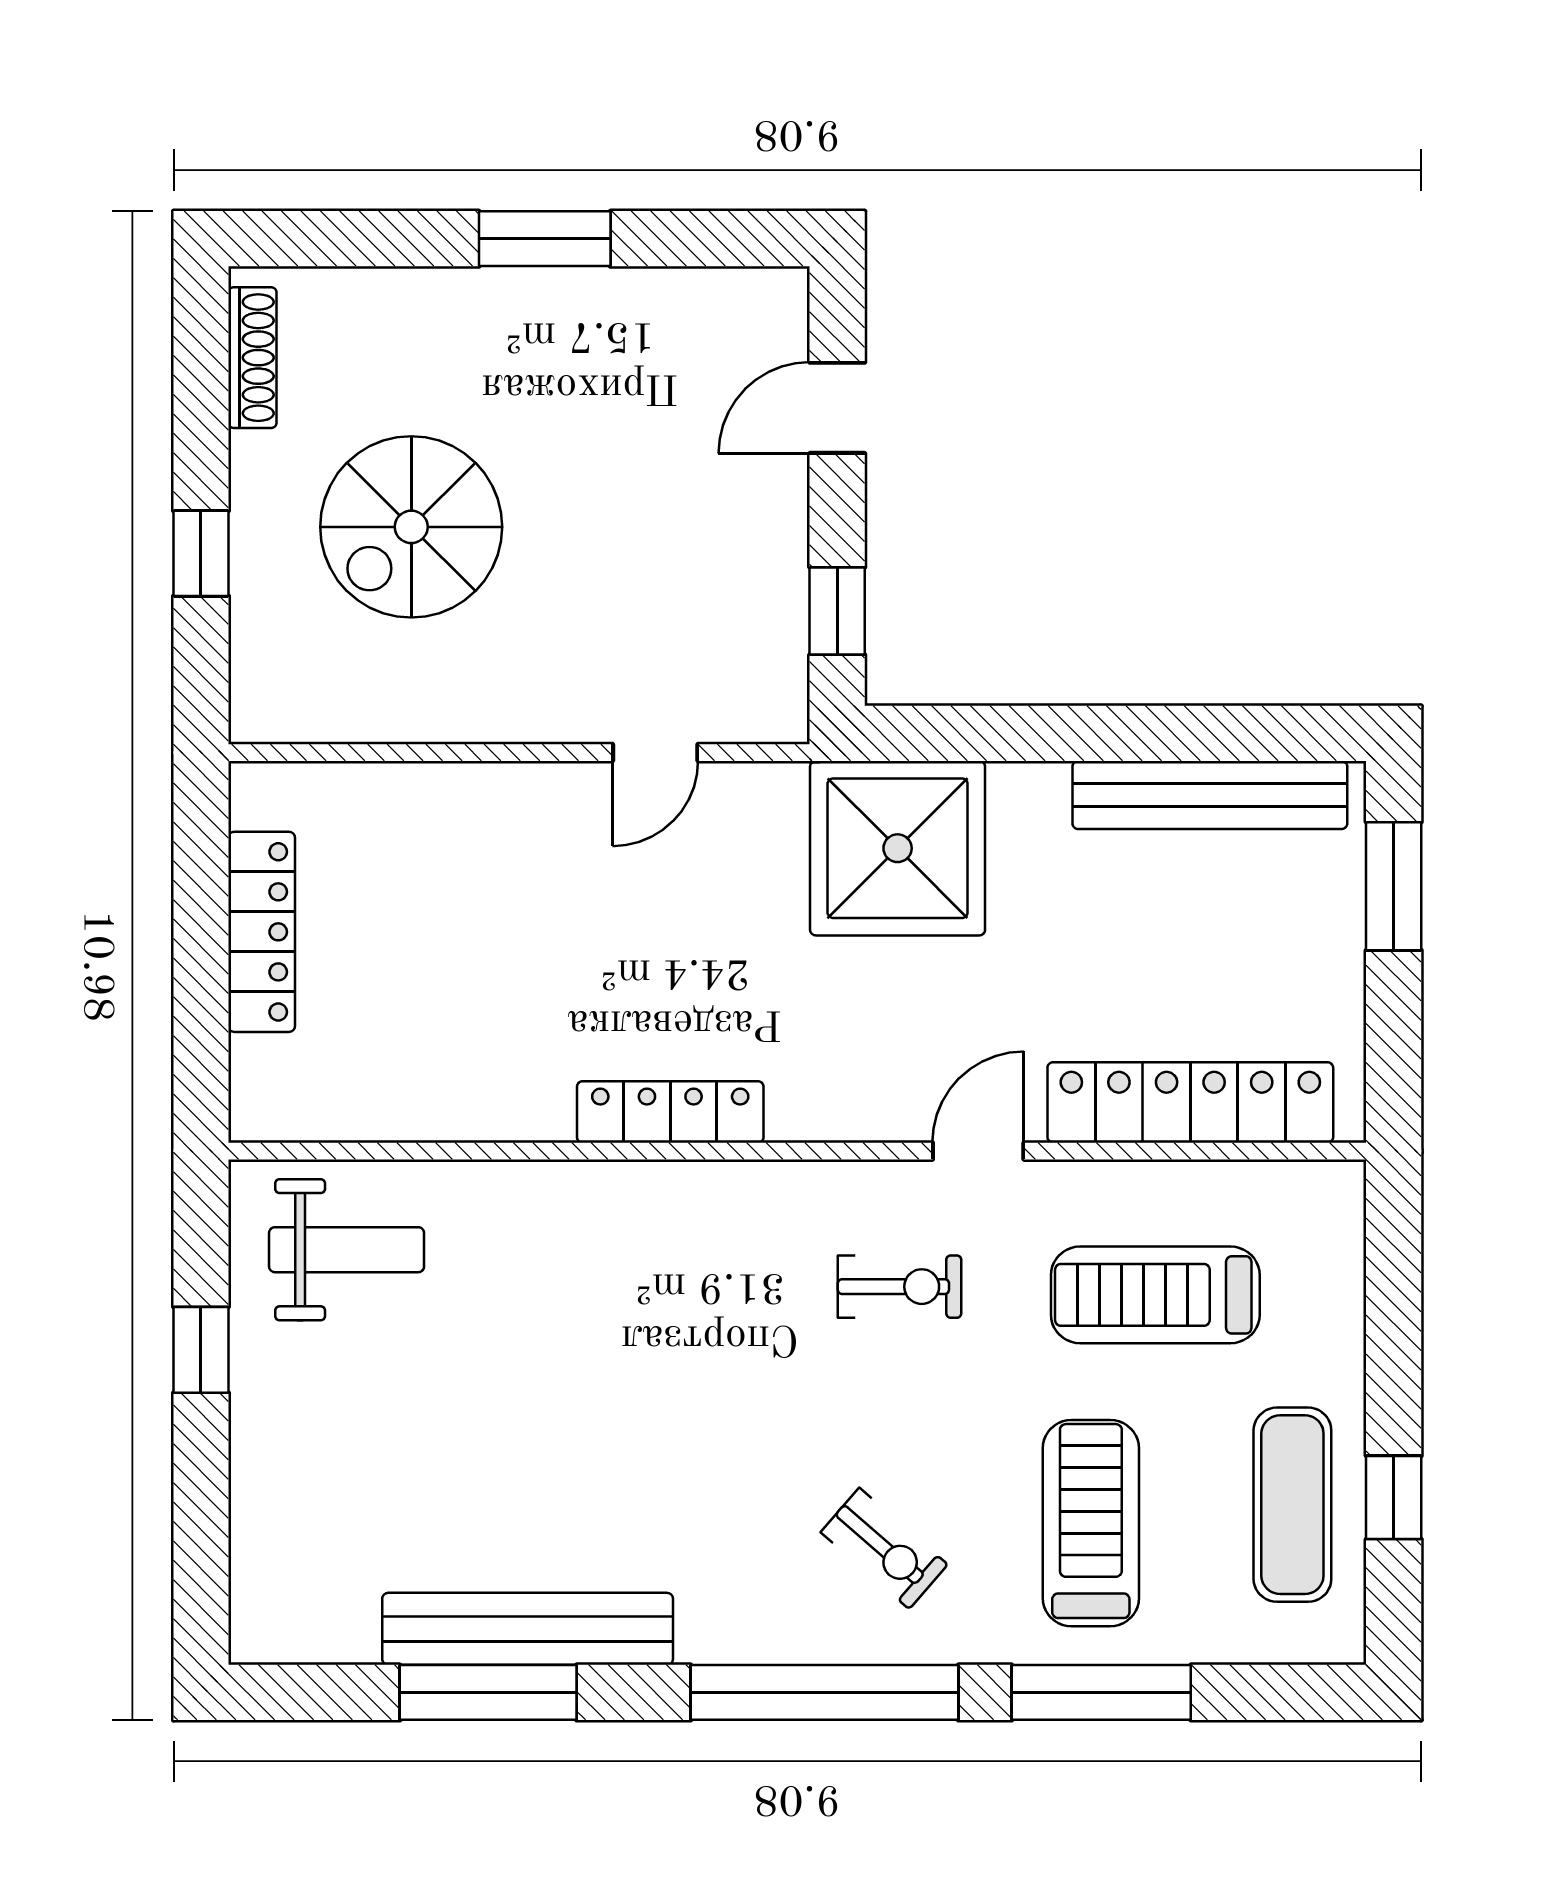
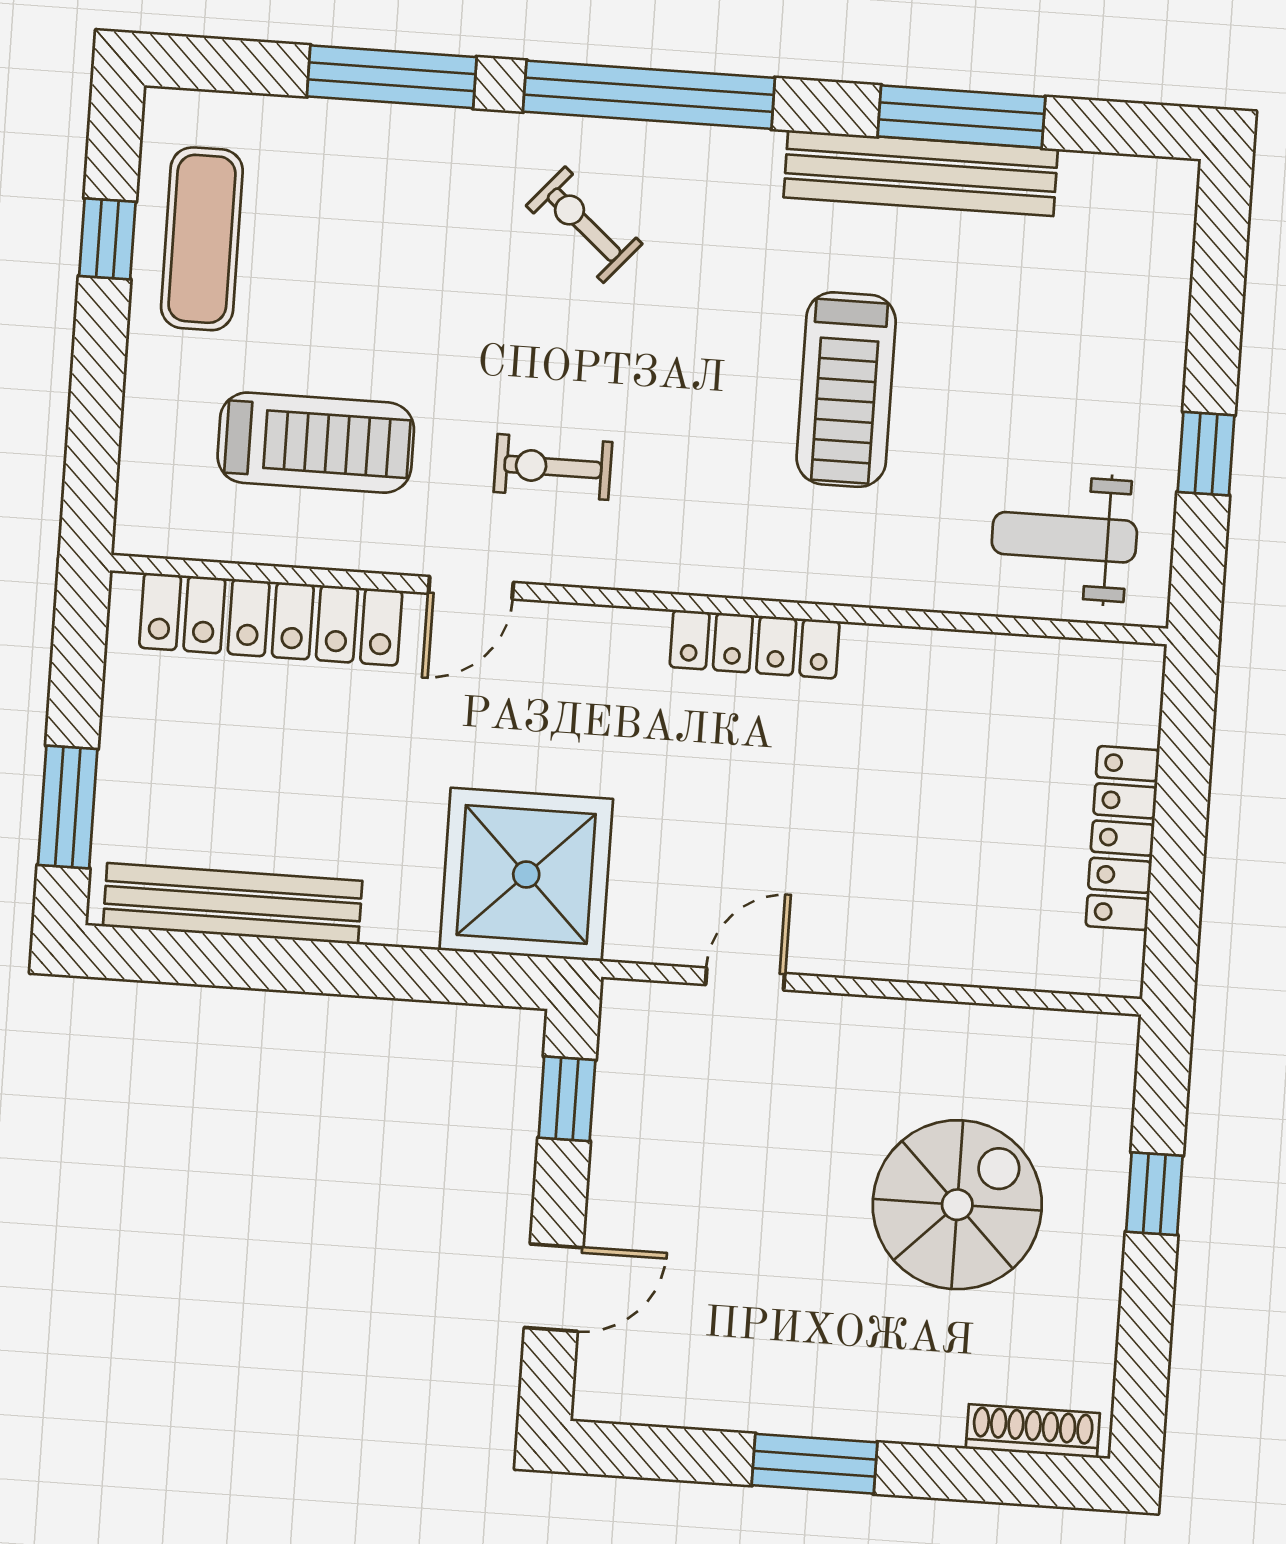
shoe rack: (252, 358) -> (1033, 1431), moved, turned 90
treadmill: (1091, 1523) -> (846, 390), moved

